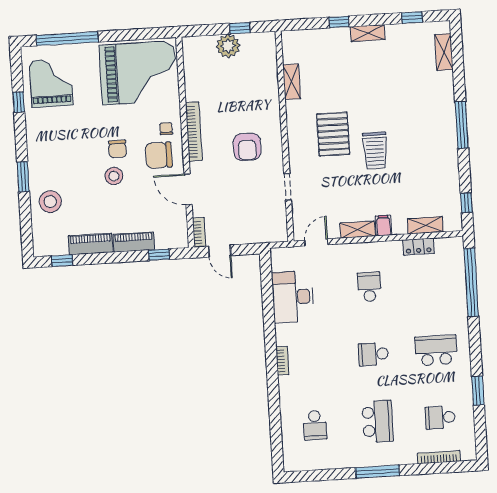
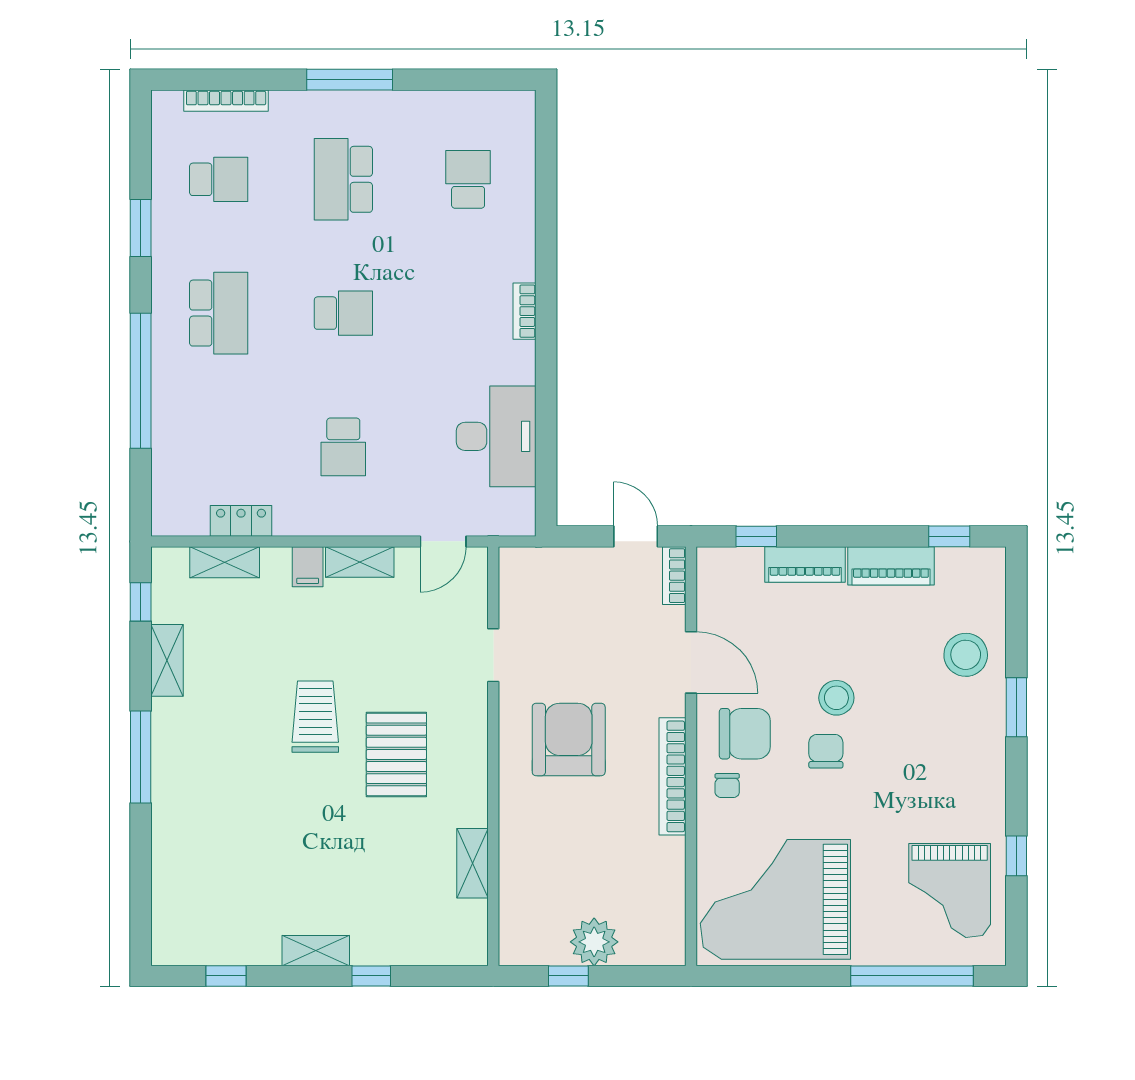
shelving: (444, 52) -> (167, 660), moved
armchair: (247, 147) -> (569, 740), width x1.36, depth x1.36
window: (471, 282) -> (141, 381), moved
school desk: (436, 350) -> (219, 313), turned -90

